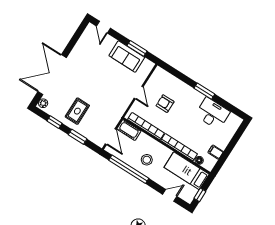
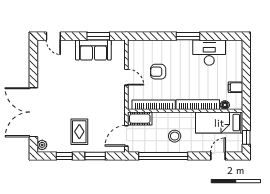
door: (111, 137) -> (126, 136), swing flipped

